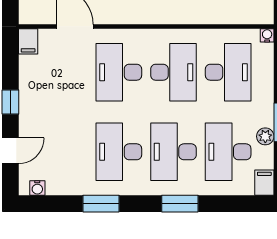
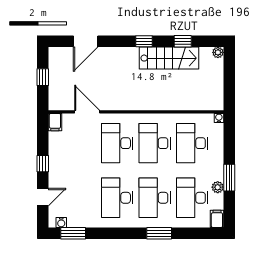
desk: (174, 72) -> (155, 143), turned 180
desk: (228, 72) -> (192, 143), turned 180
window: (101, 204) -> (73, 233), moved

